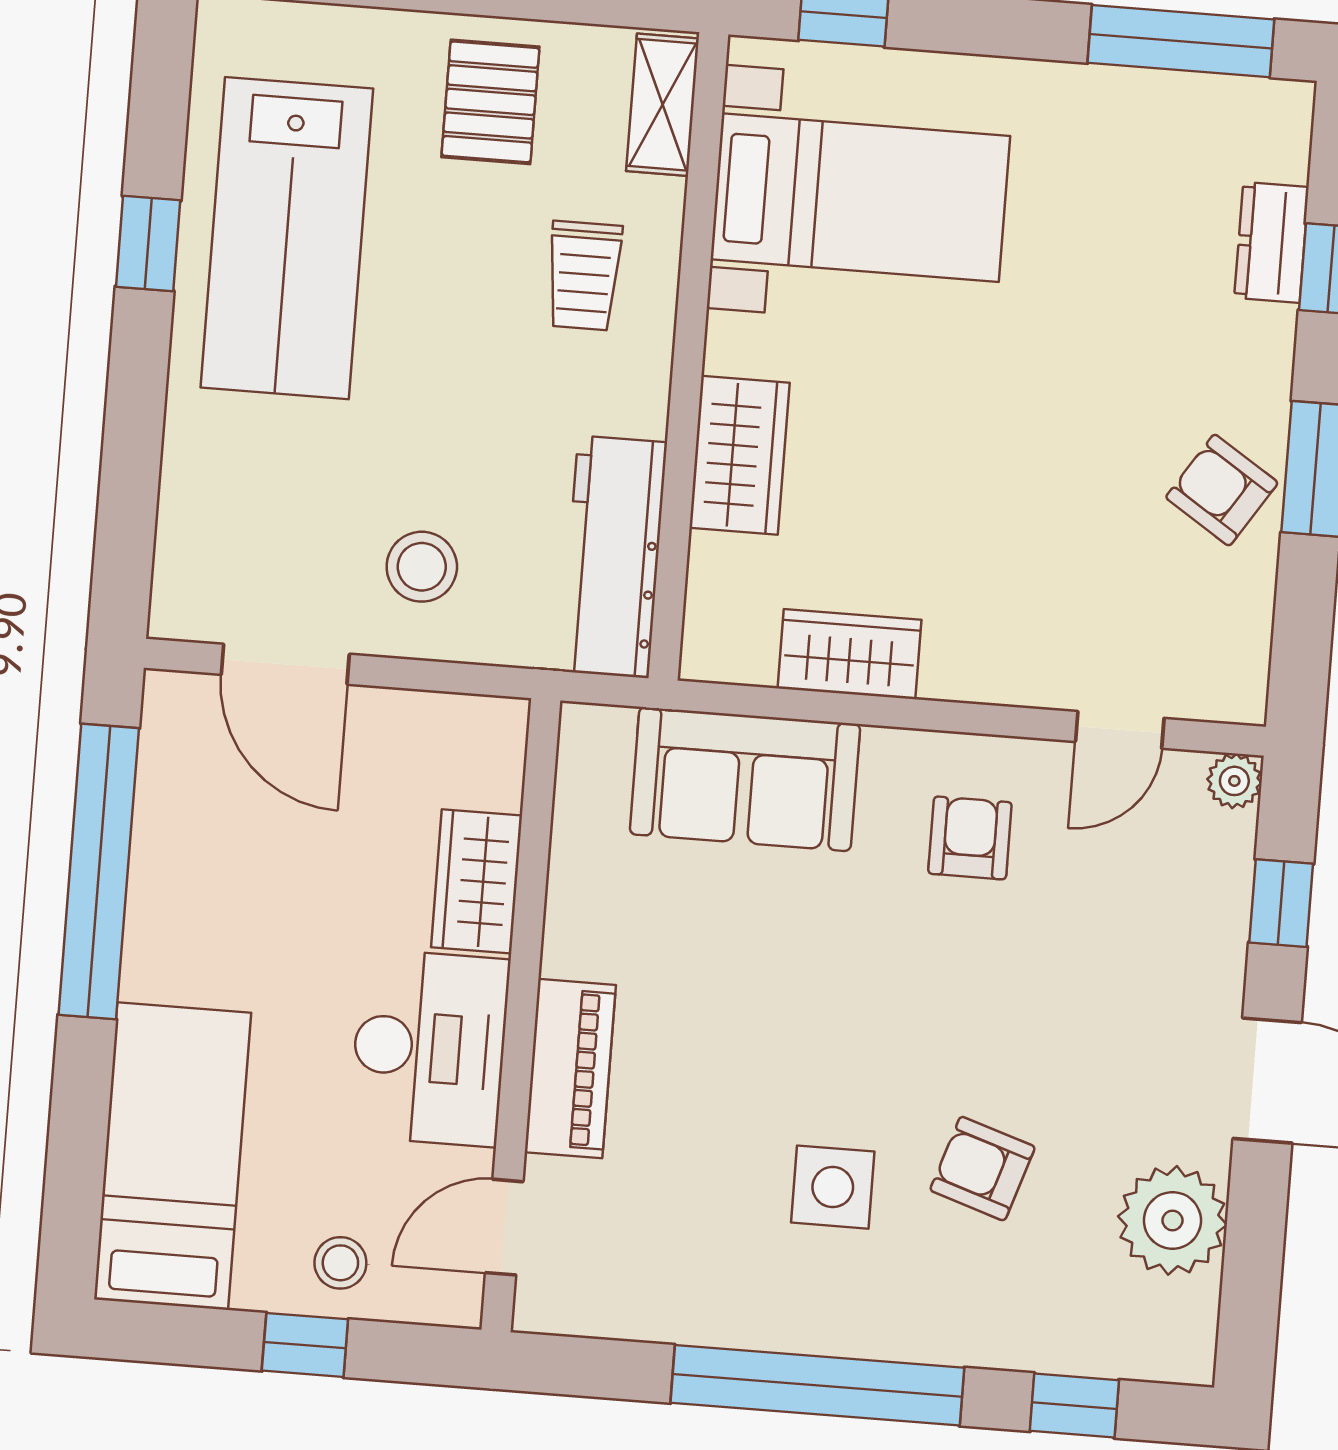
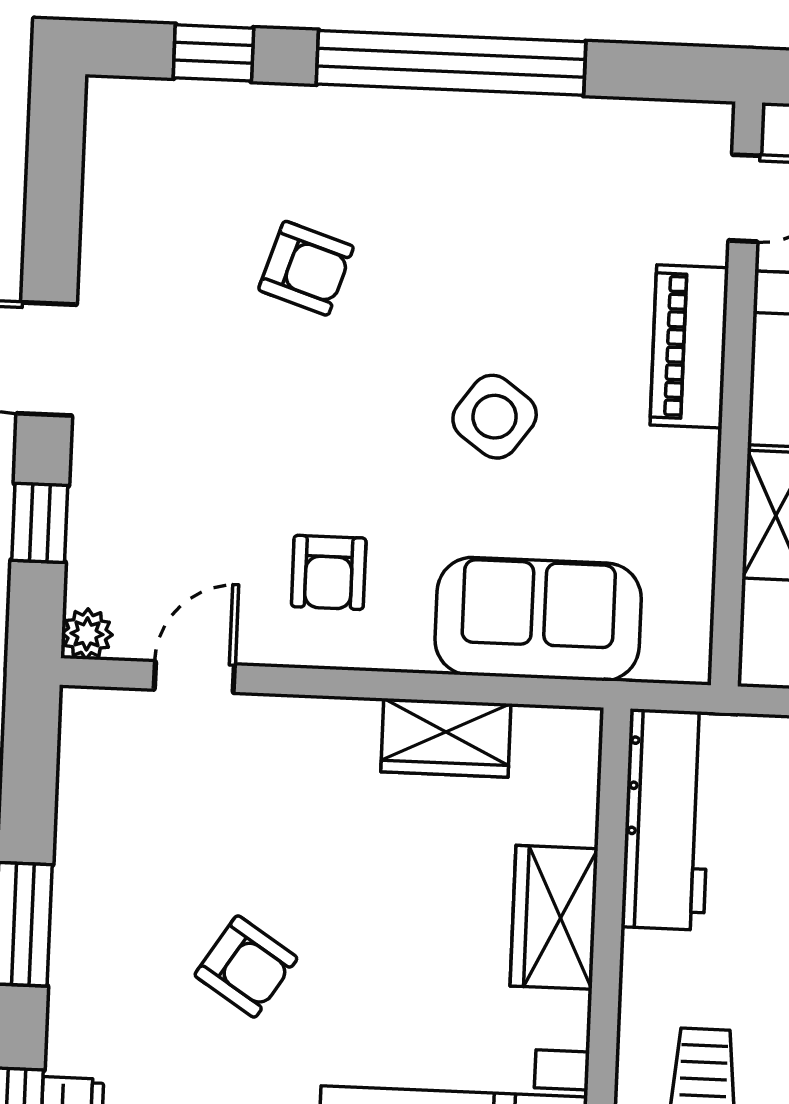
armchair: (1222, 490) -> (246, 967), moved
side table: (833, 1187) -> (495, 417), moved, turned 36
plant: (1172, 1220) -> (129, 227), removed

